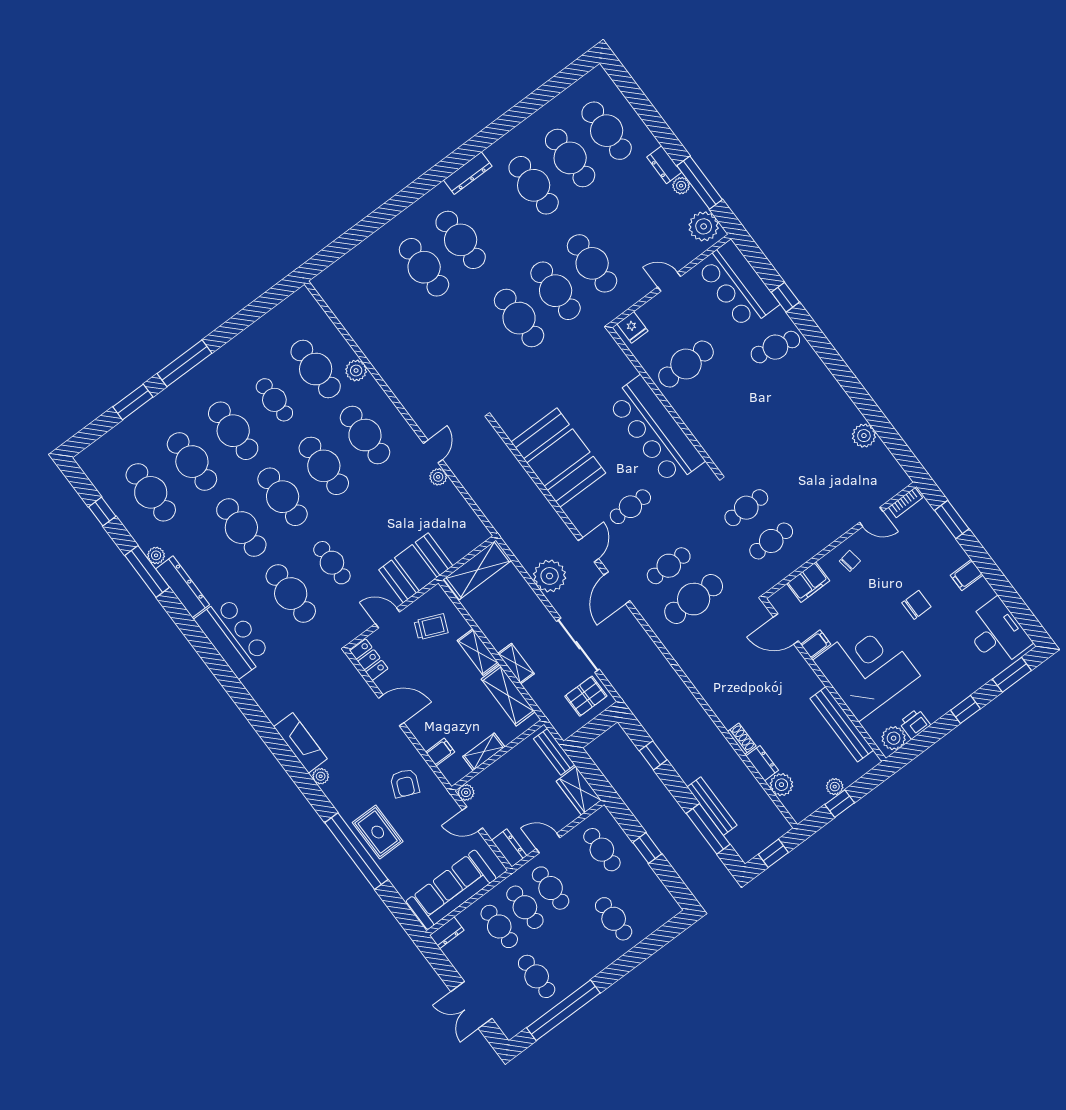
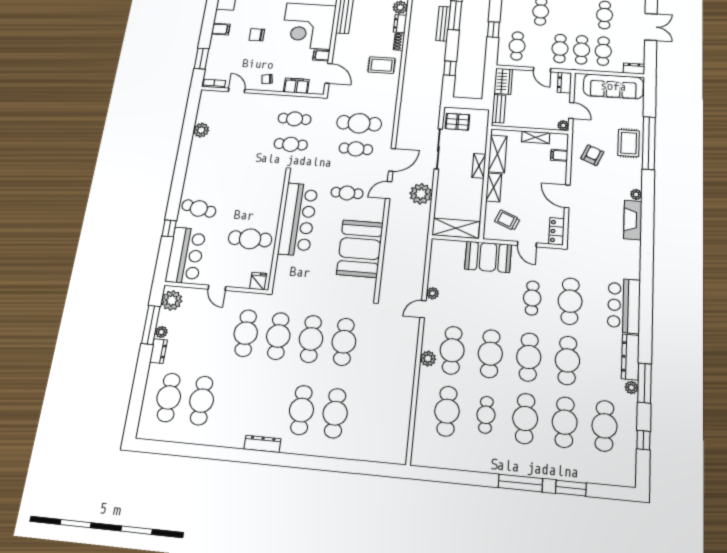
cafe table: (534, 185) -> (344, 342), moved
plant: (356, 370) -> (428, 359), moved
rug: (735, 692) -> (382, 65), added

